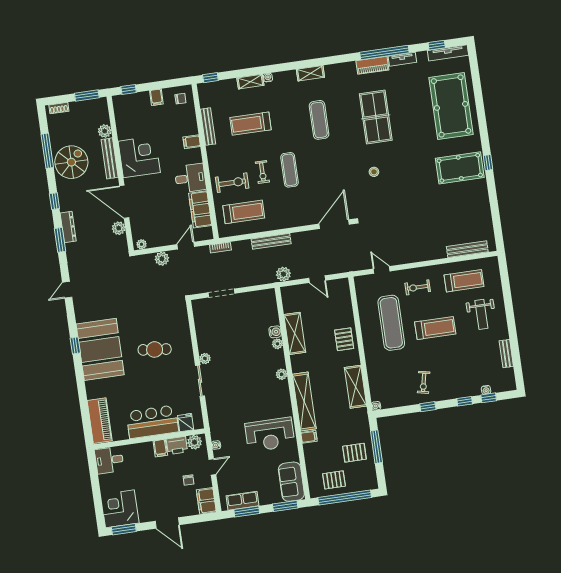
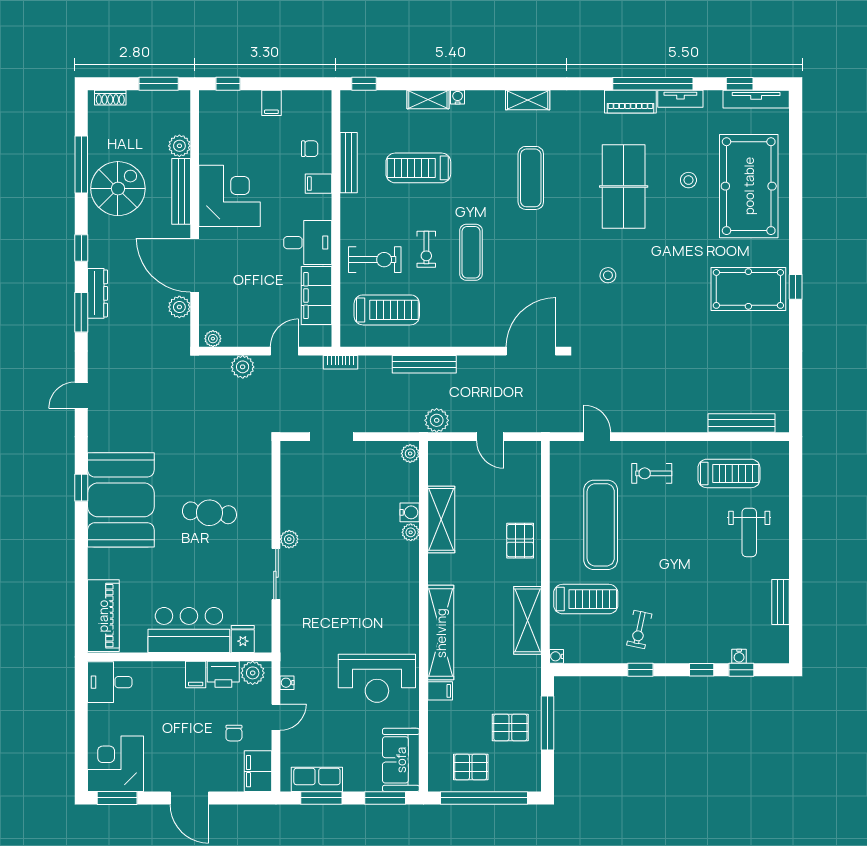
chair: (180, 99) -> (310, 149), moved
stool: (414, 108) -> (688, 180), added
treadmill: (435, 328) -> (586, 599), moved
plant: (282, 374) -> (410, 453), moved

